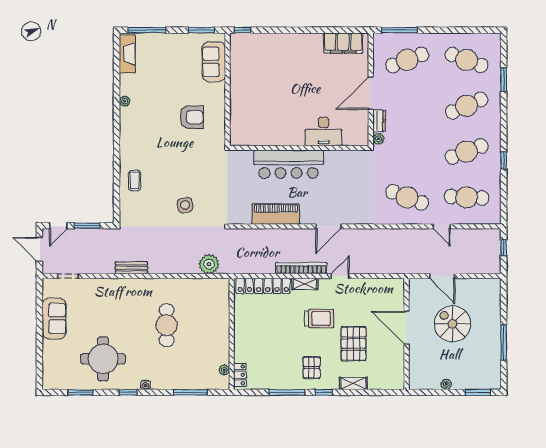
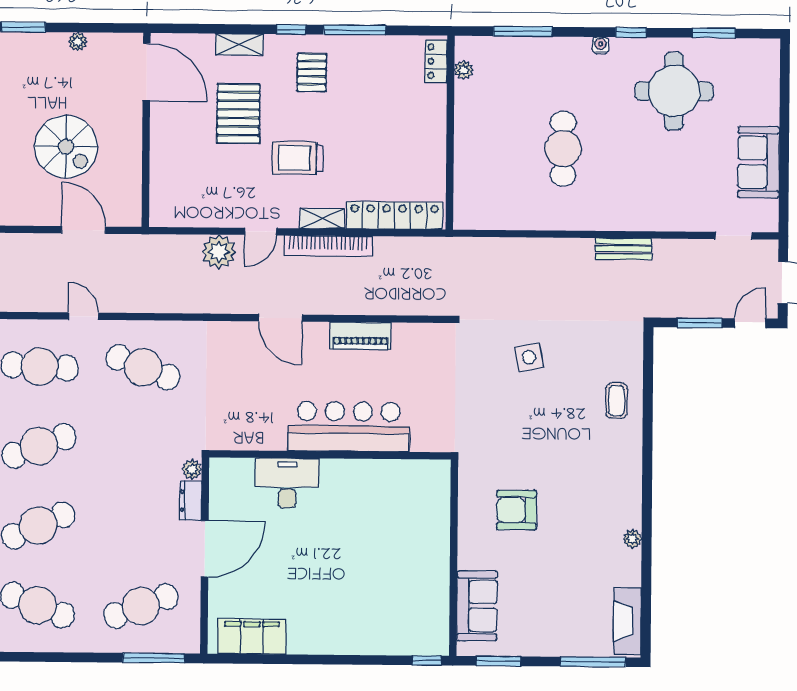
piano: (276, 214) -> (361, 336), width x0.73, depth x0.75
door: (328, 226) -> (280, 318), swing flipped
plant: (209, 264) -> (219, 252), moved
door: (407, 328) -> (147, 72), moved

